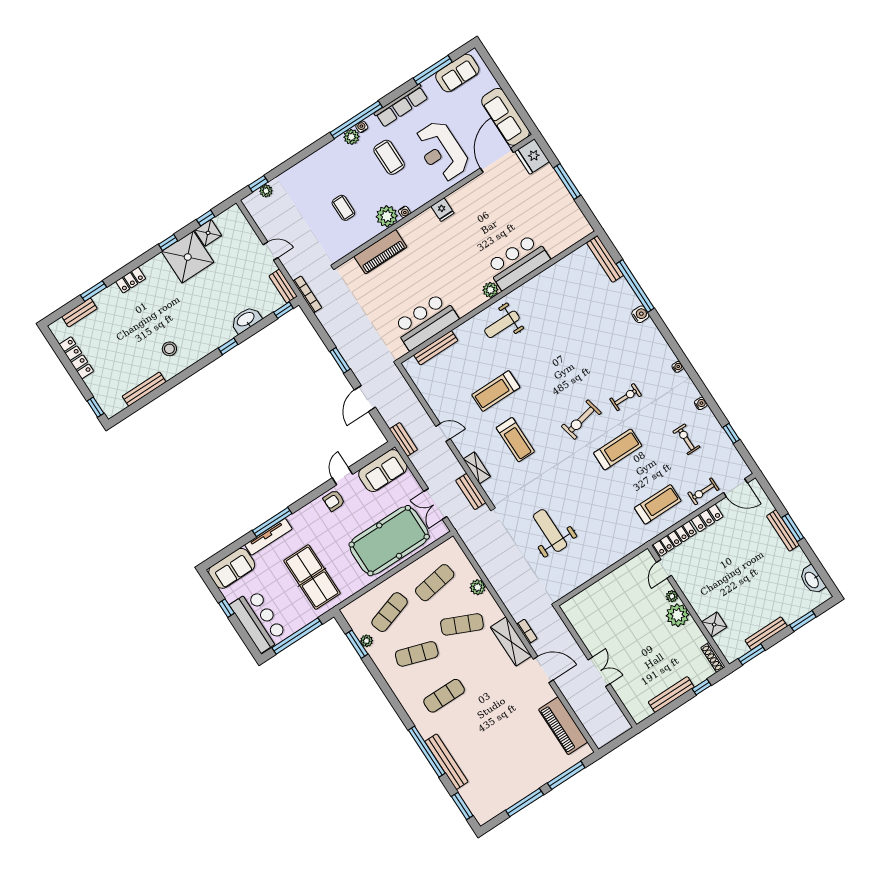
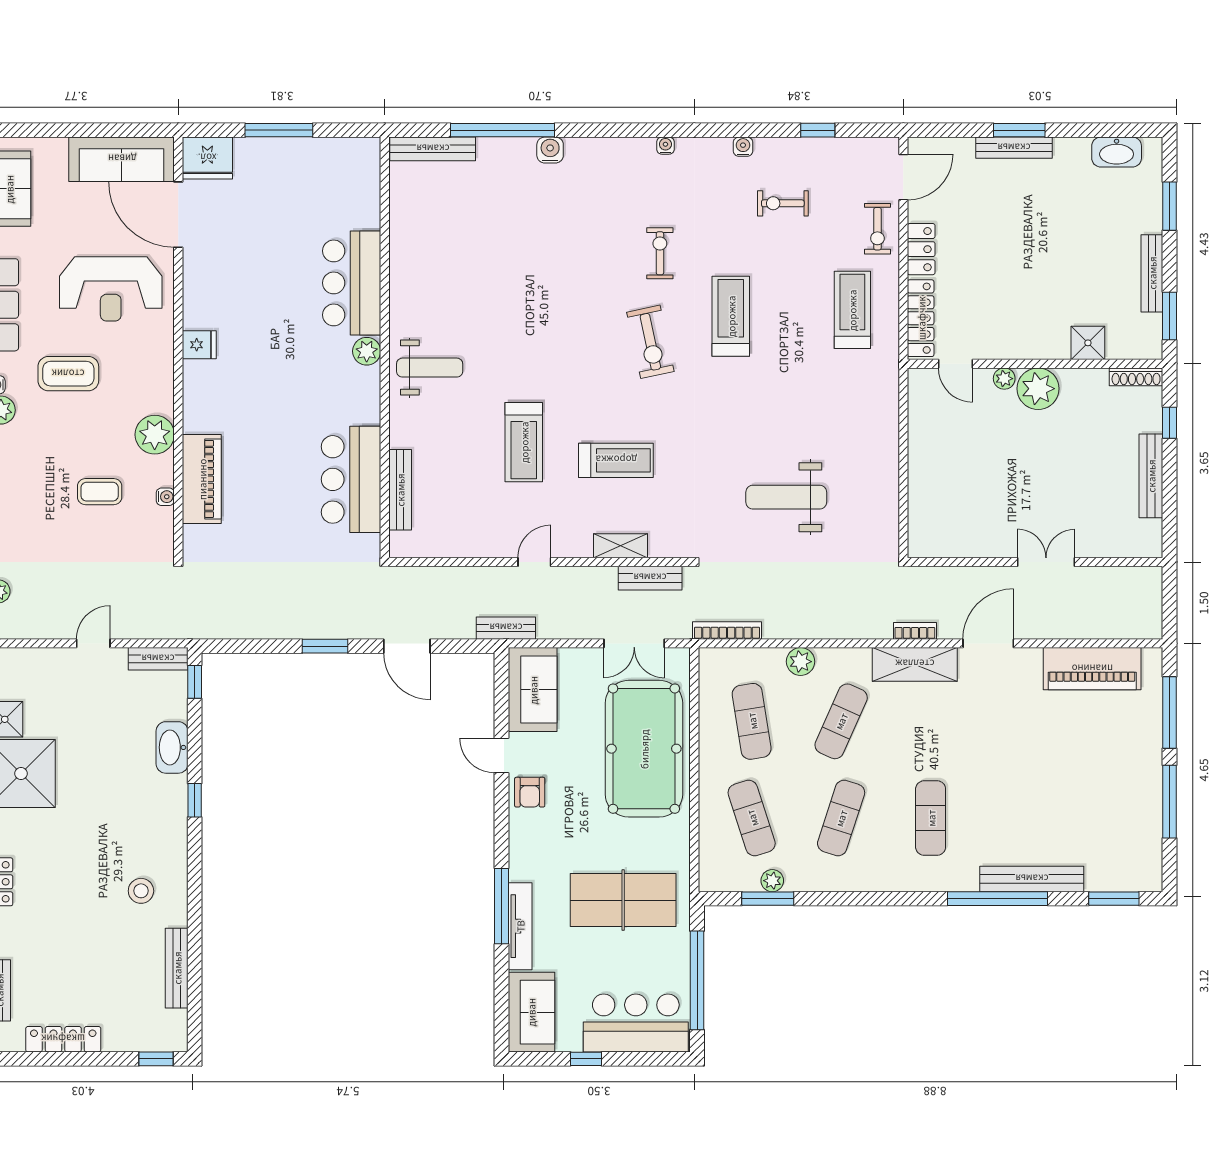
water cooler: (404, 212) -> (165, 497), moved
bookcase: (307, 294) -> (727, 631), moved
weight bench: (502, 324) -> (430, 368), turned -90

